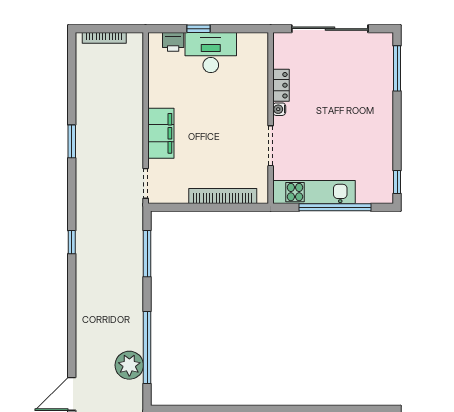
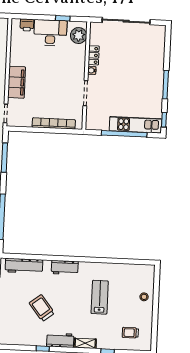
window: (198, 29) -> (63, 18), moved
plant: (256, 55) -> (79, 36), added
window: (397, 68) -> (166, 85), moved
kitchen unit: (314, 192) -> (135, 125), moved

